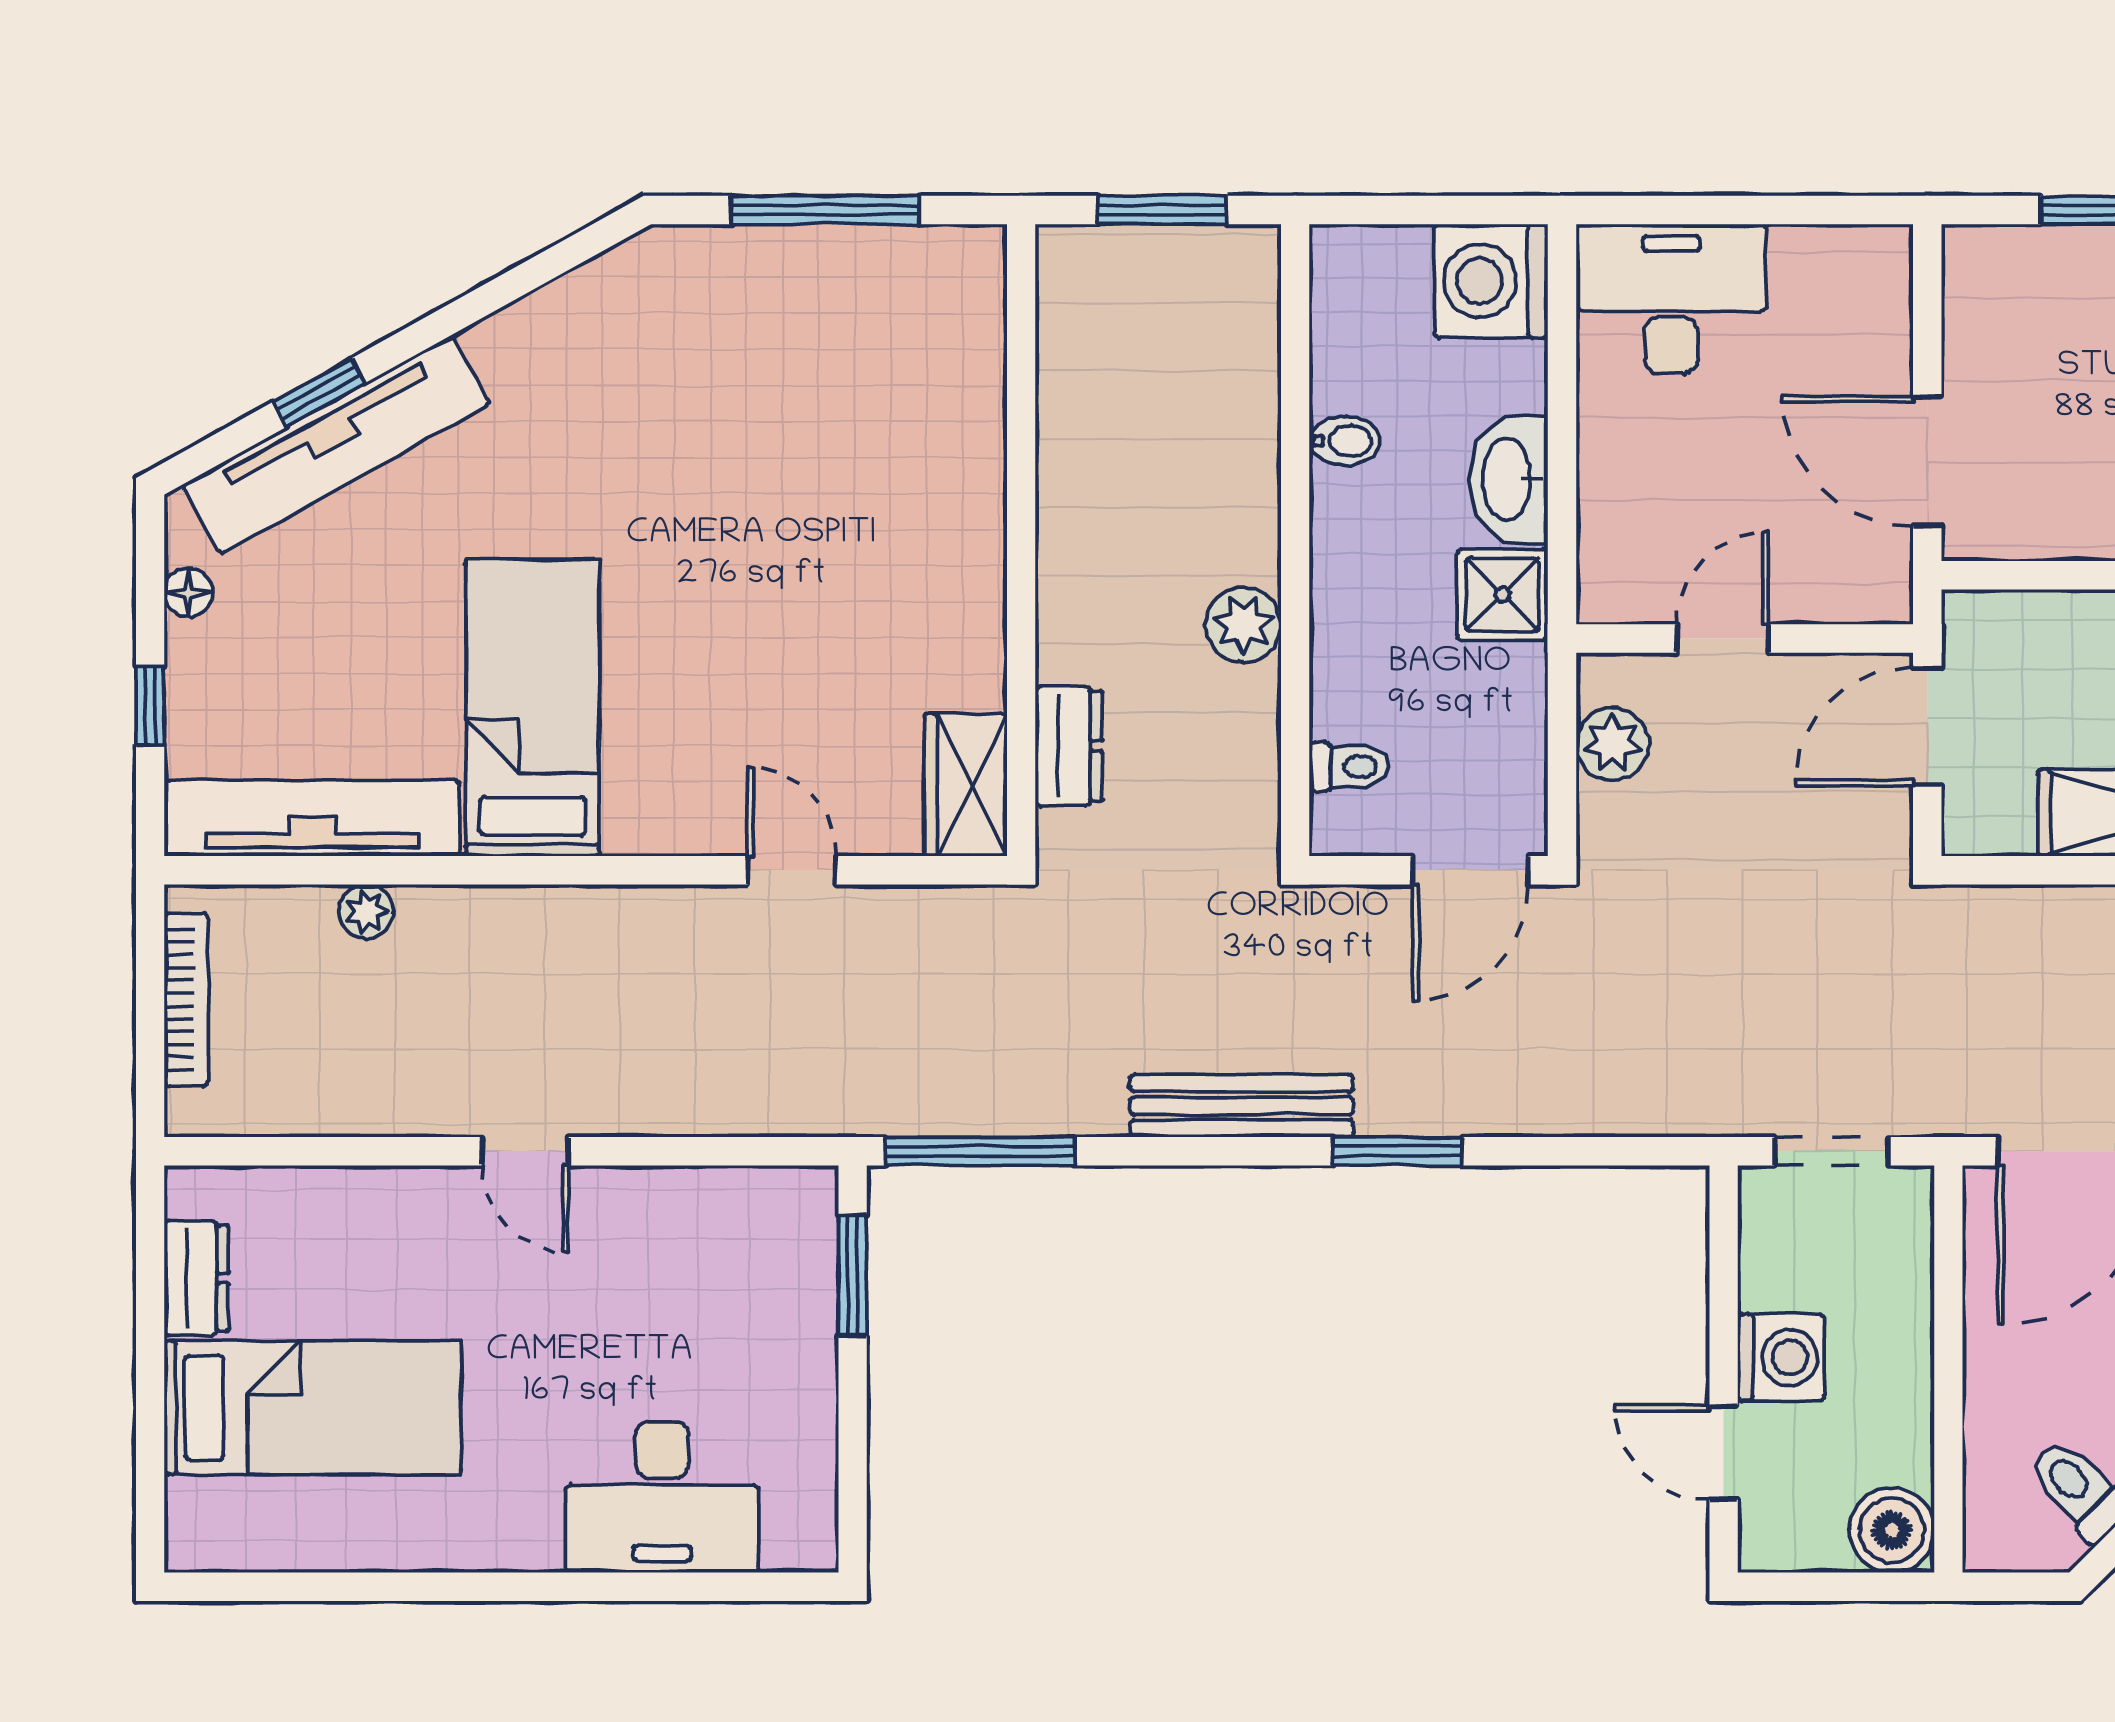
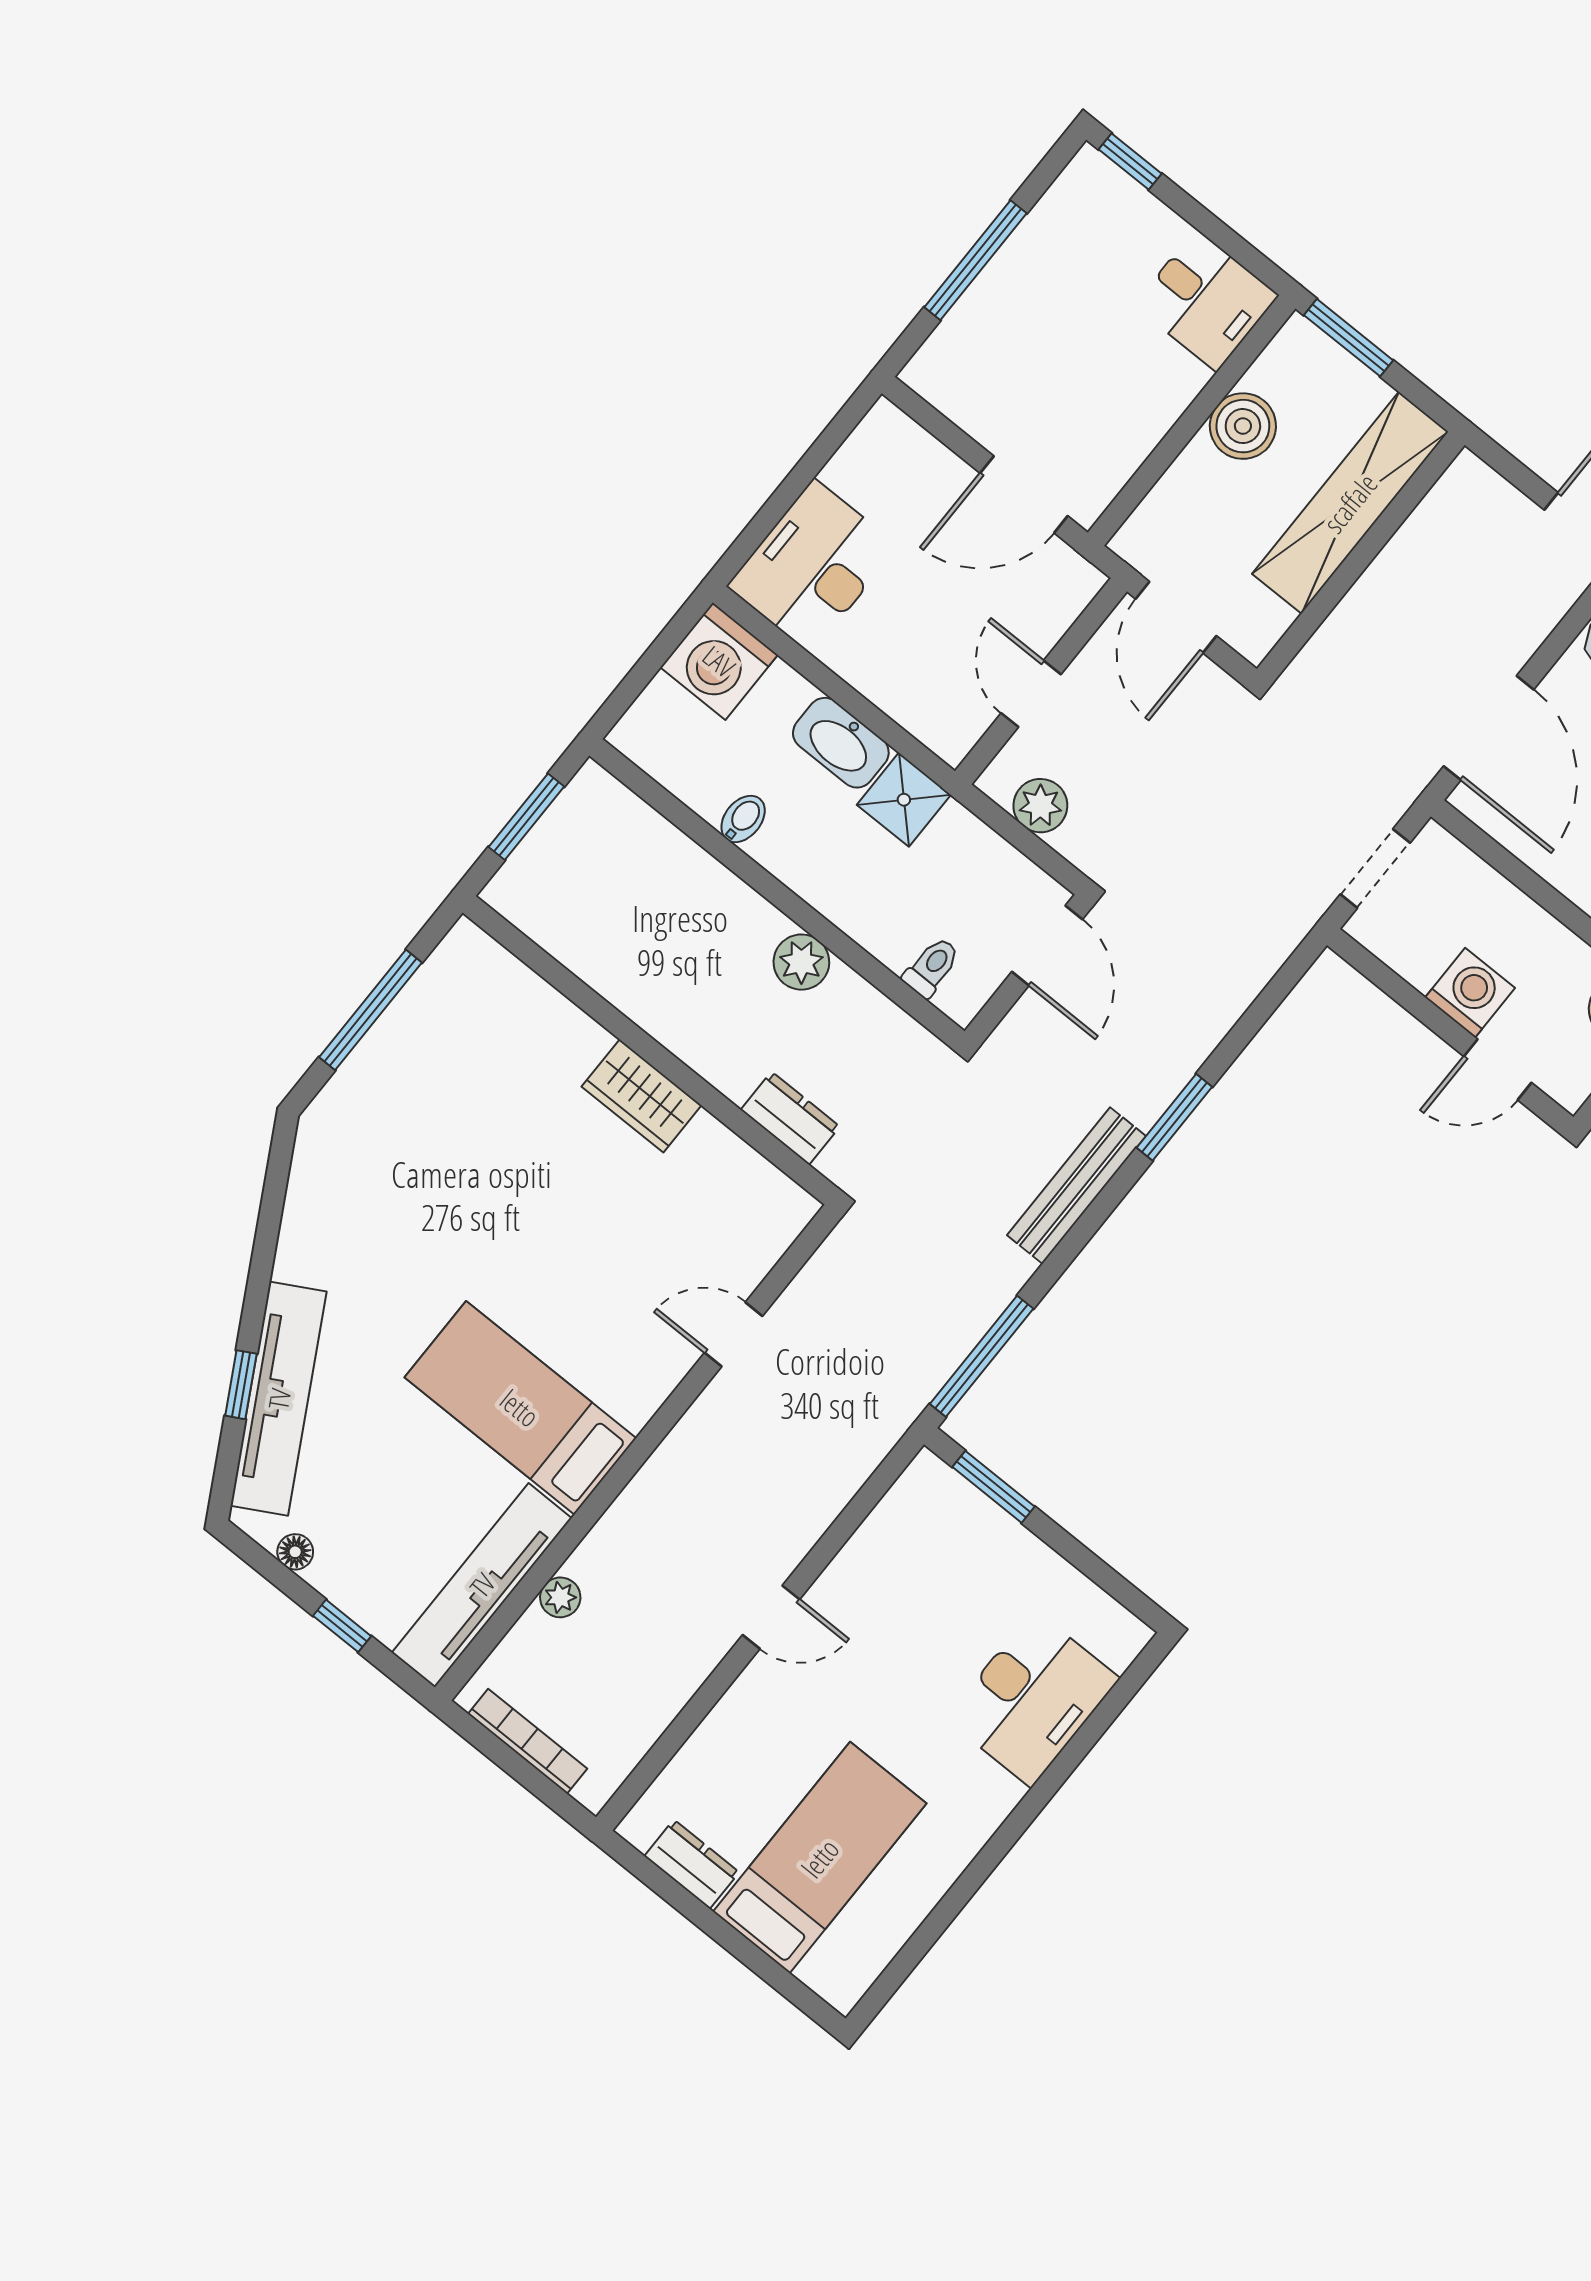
wardrobe: (966, 785) -> (642, 1096), moved

